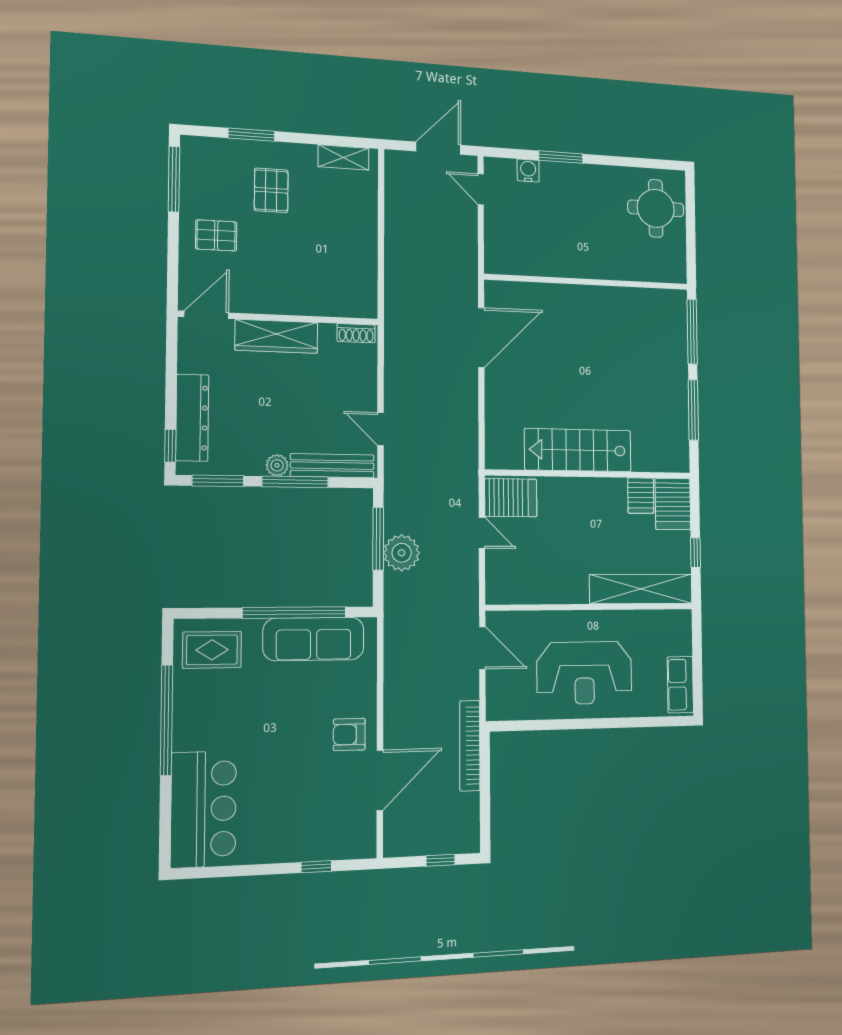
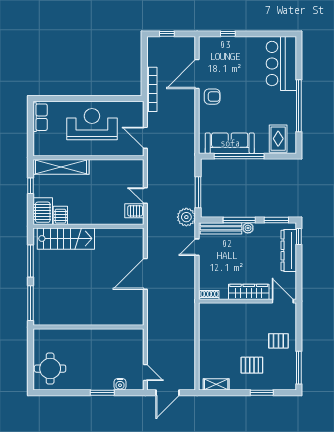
pallet: (271, 190) -> (252, 365), turned 90
door: (206, 315) -> (283, 301), swing flipped
door: (481, 338) -> (145, 274), moved
door: (381, 429) -> (197, 247), swing flipped
stairs: (578, 450) -> (66, 239), moved
server rack: (511, 498) -> (134, 211), width x0.73, depth x0.70
plant: (402, 553) -> (186, 217), moved
rug: (212, 650) -> (278, 139), turned 90

